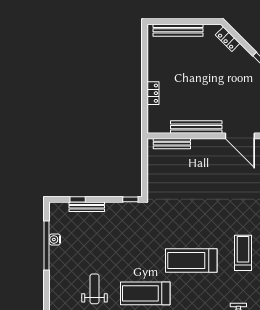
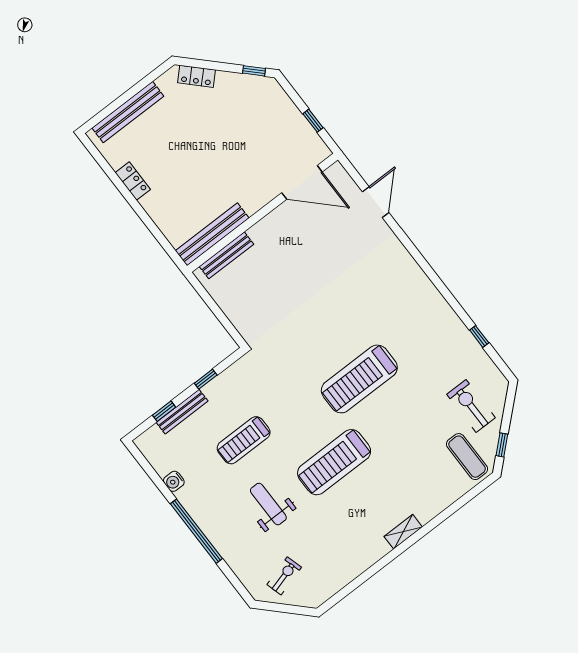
locker: (153, 93) -> (133, 181), moved
bench: (196, 127) -> (212, 234), moved
window: (130, 199) -> (206, 379), moved
window: (47, 246) -> (196, 531), moved
treadmill: (243, 253) -> (244, 440), moved, turned -90

